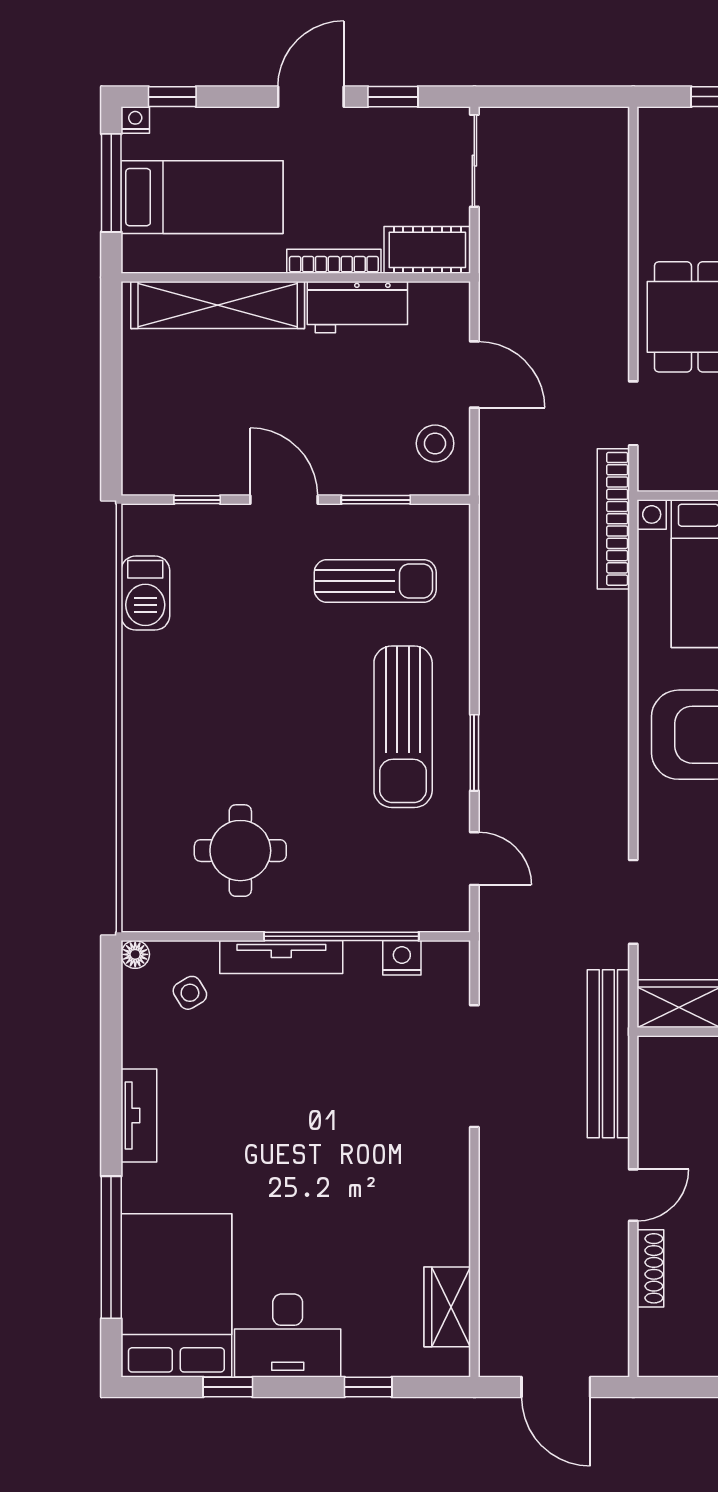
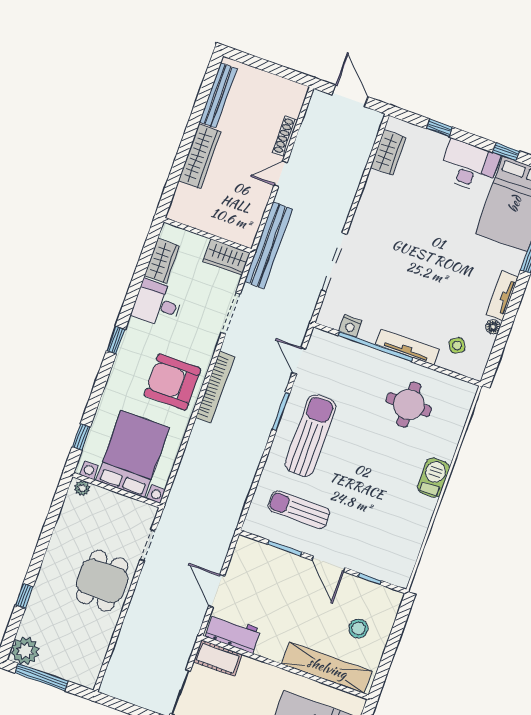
bookcase: (334, 261) -> (264, 669), removed
workbench: (357, 307) -> (233, 633), moved
stool: (435, 443) -> (358, 629), moved
bookcase: (613, 519) -> (215, 387), moved
barbecue: (145, 593) -> (434, 478), moved
floor lamp: (135, 954) -> (493, 327), moved

